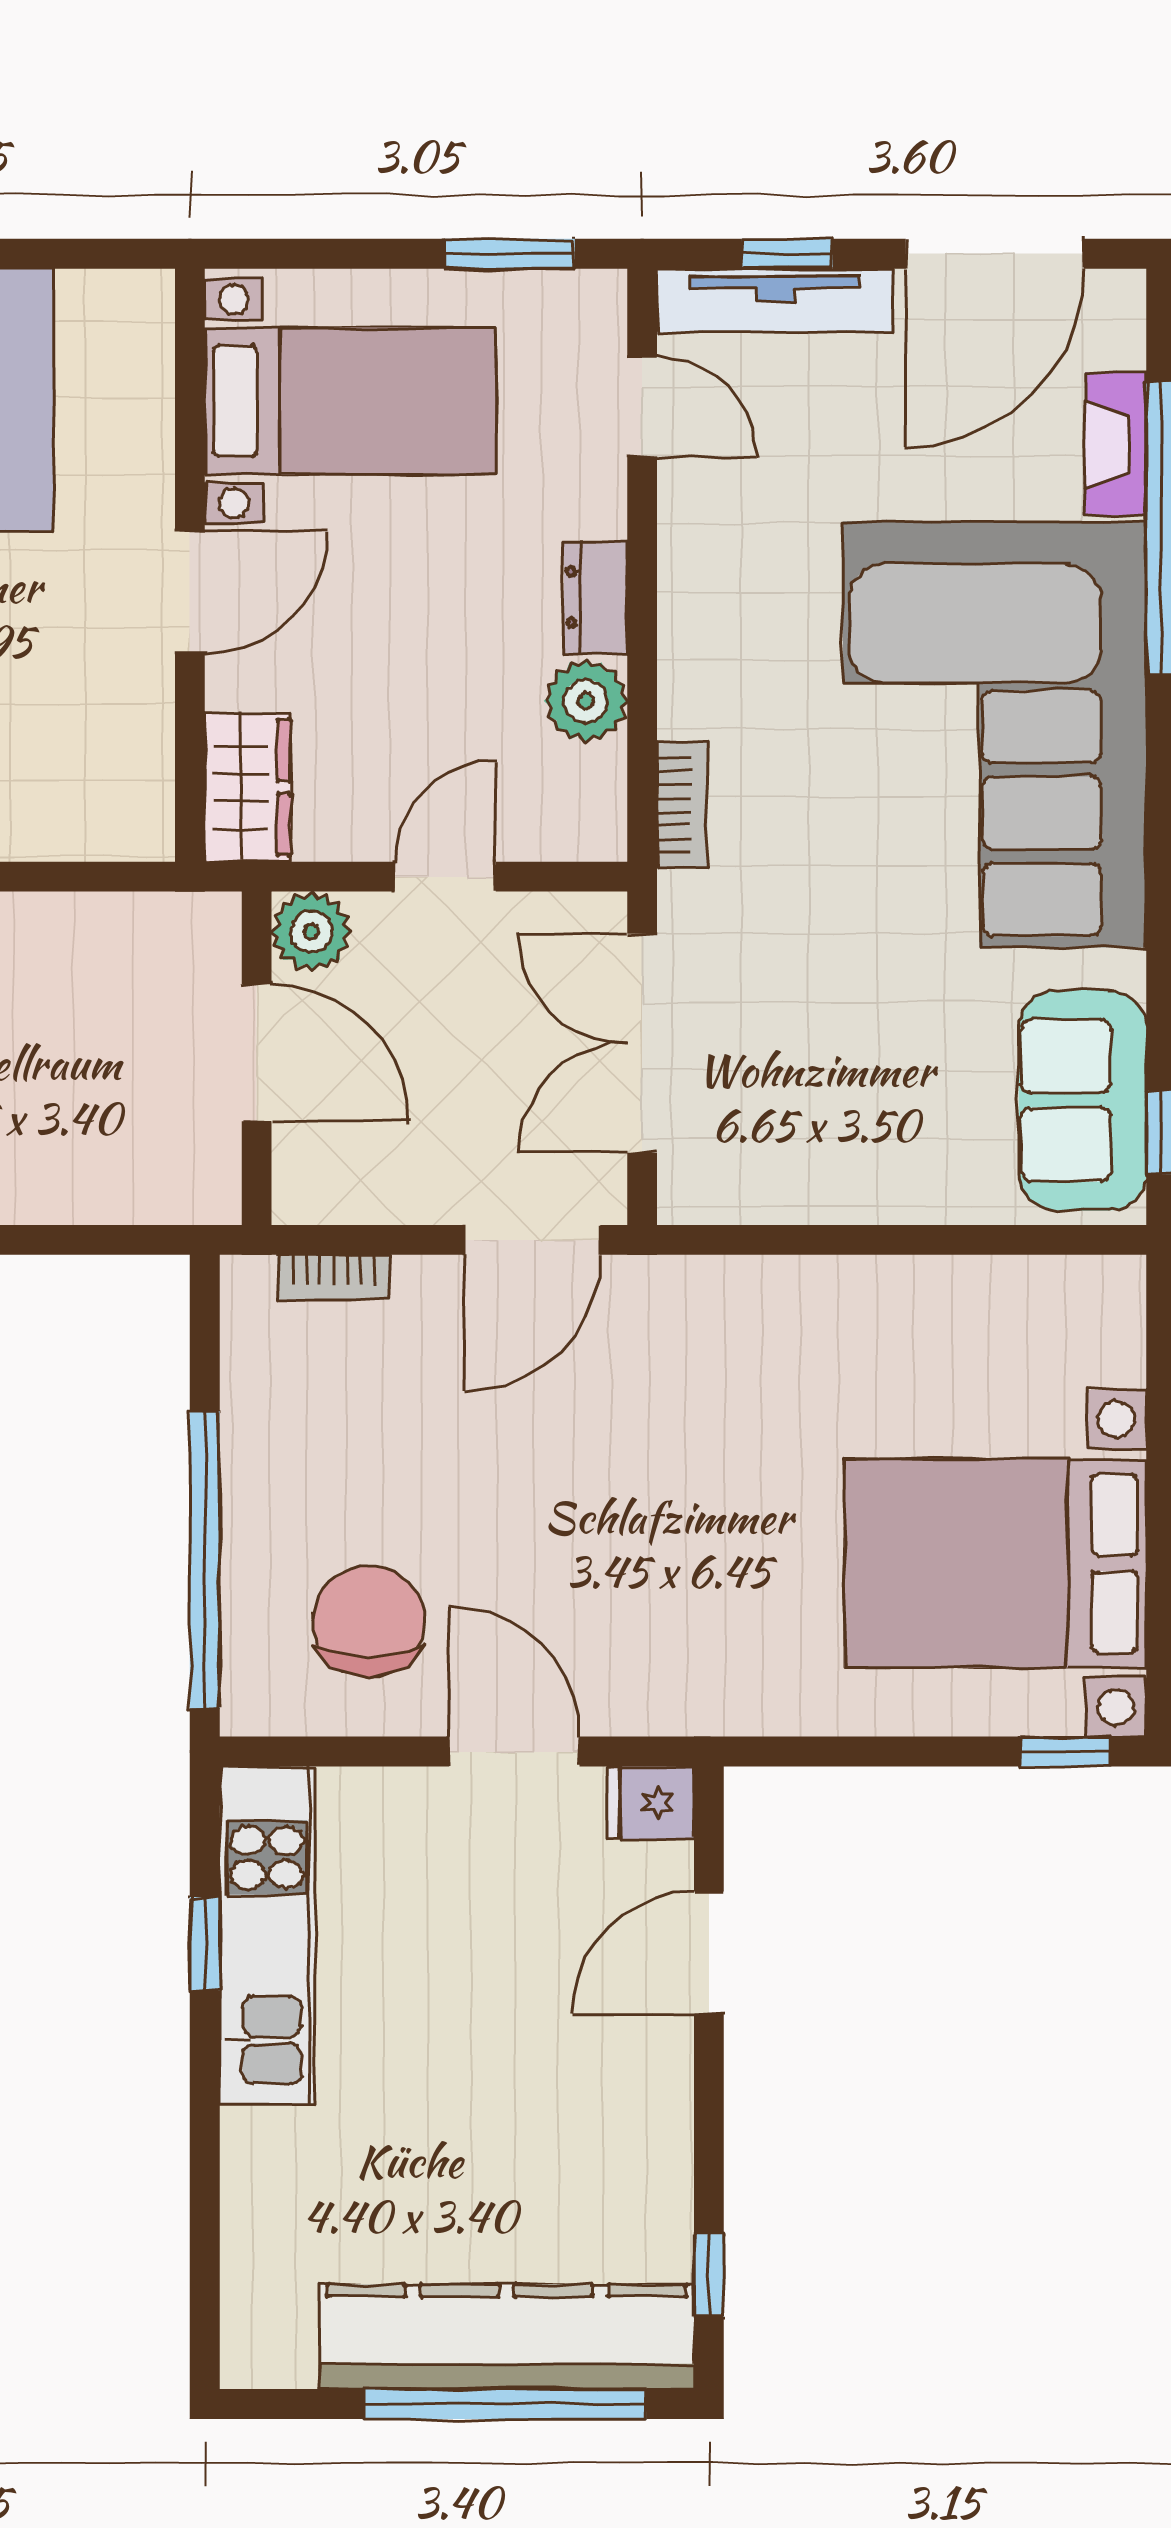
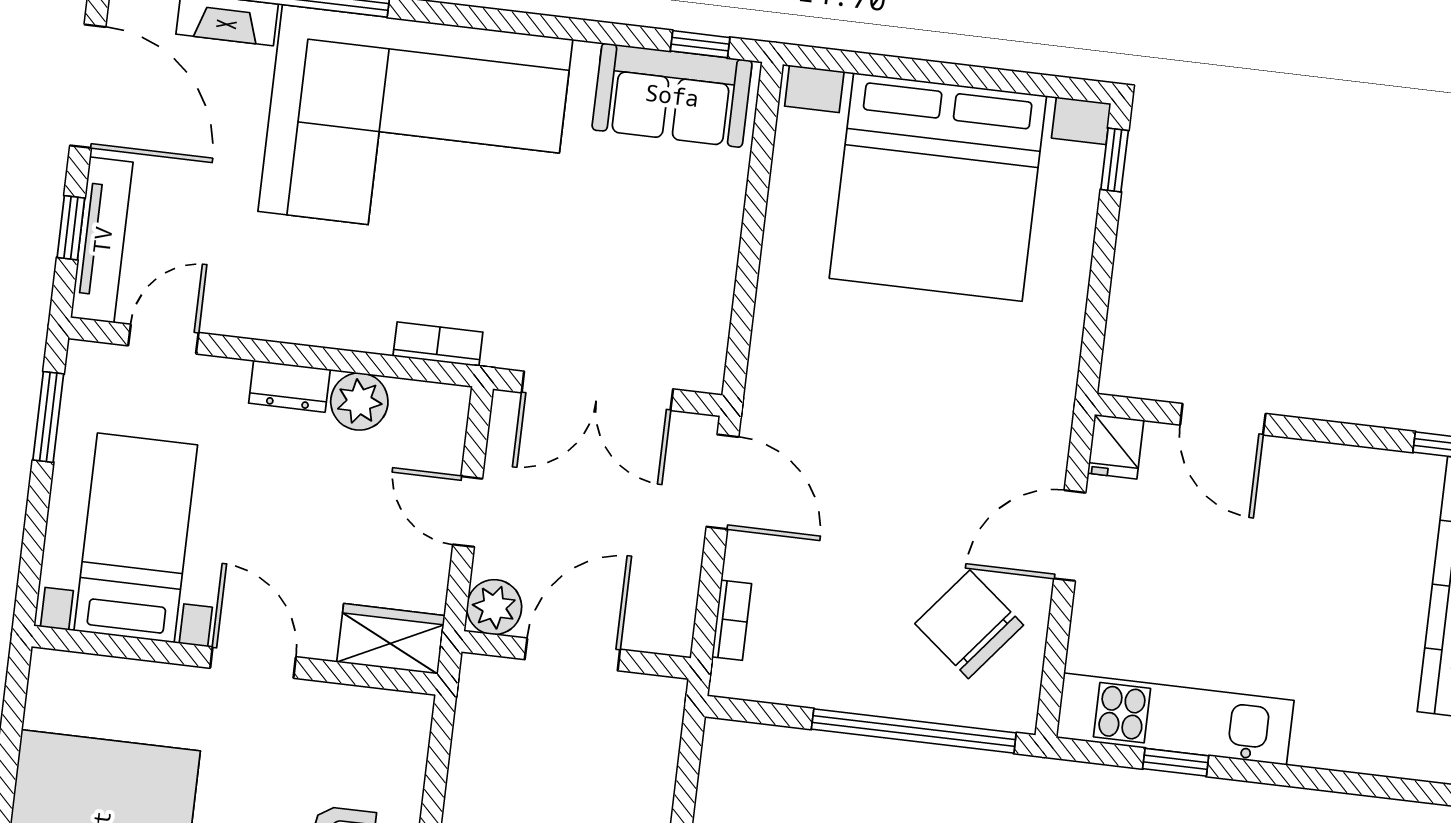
bed with nightstands: (996, 1563) -> (938, 187), width x1.36
chair: (369, 1621) -> (969, 624), turned 39

